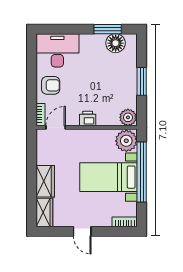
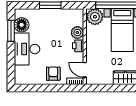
desk: (57, 50) -> (27, 49), moved
plant: (128, 117) -> (77, 33), moved

